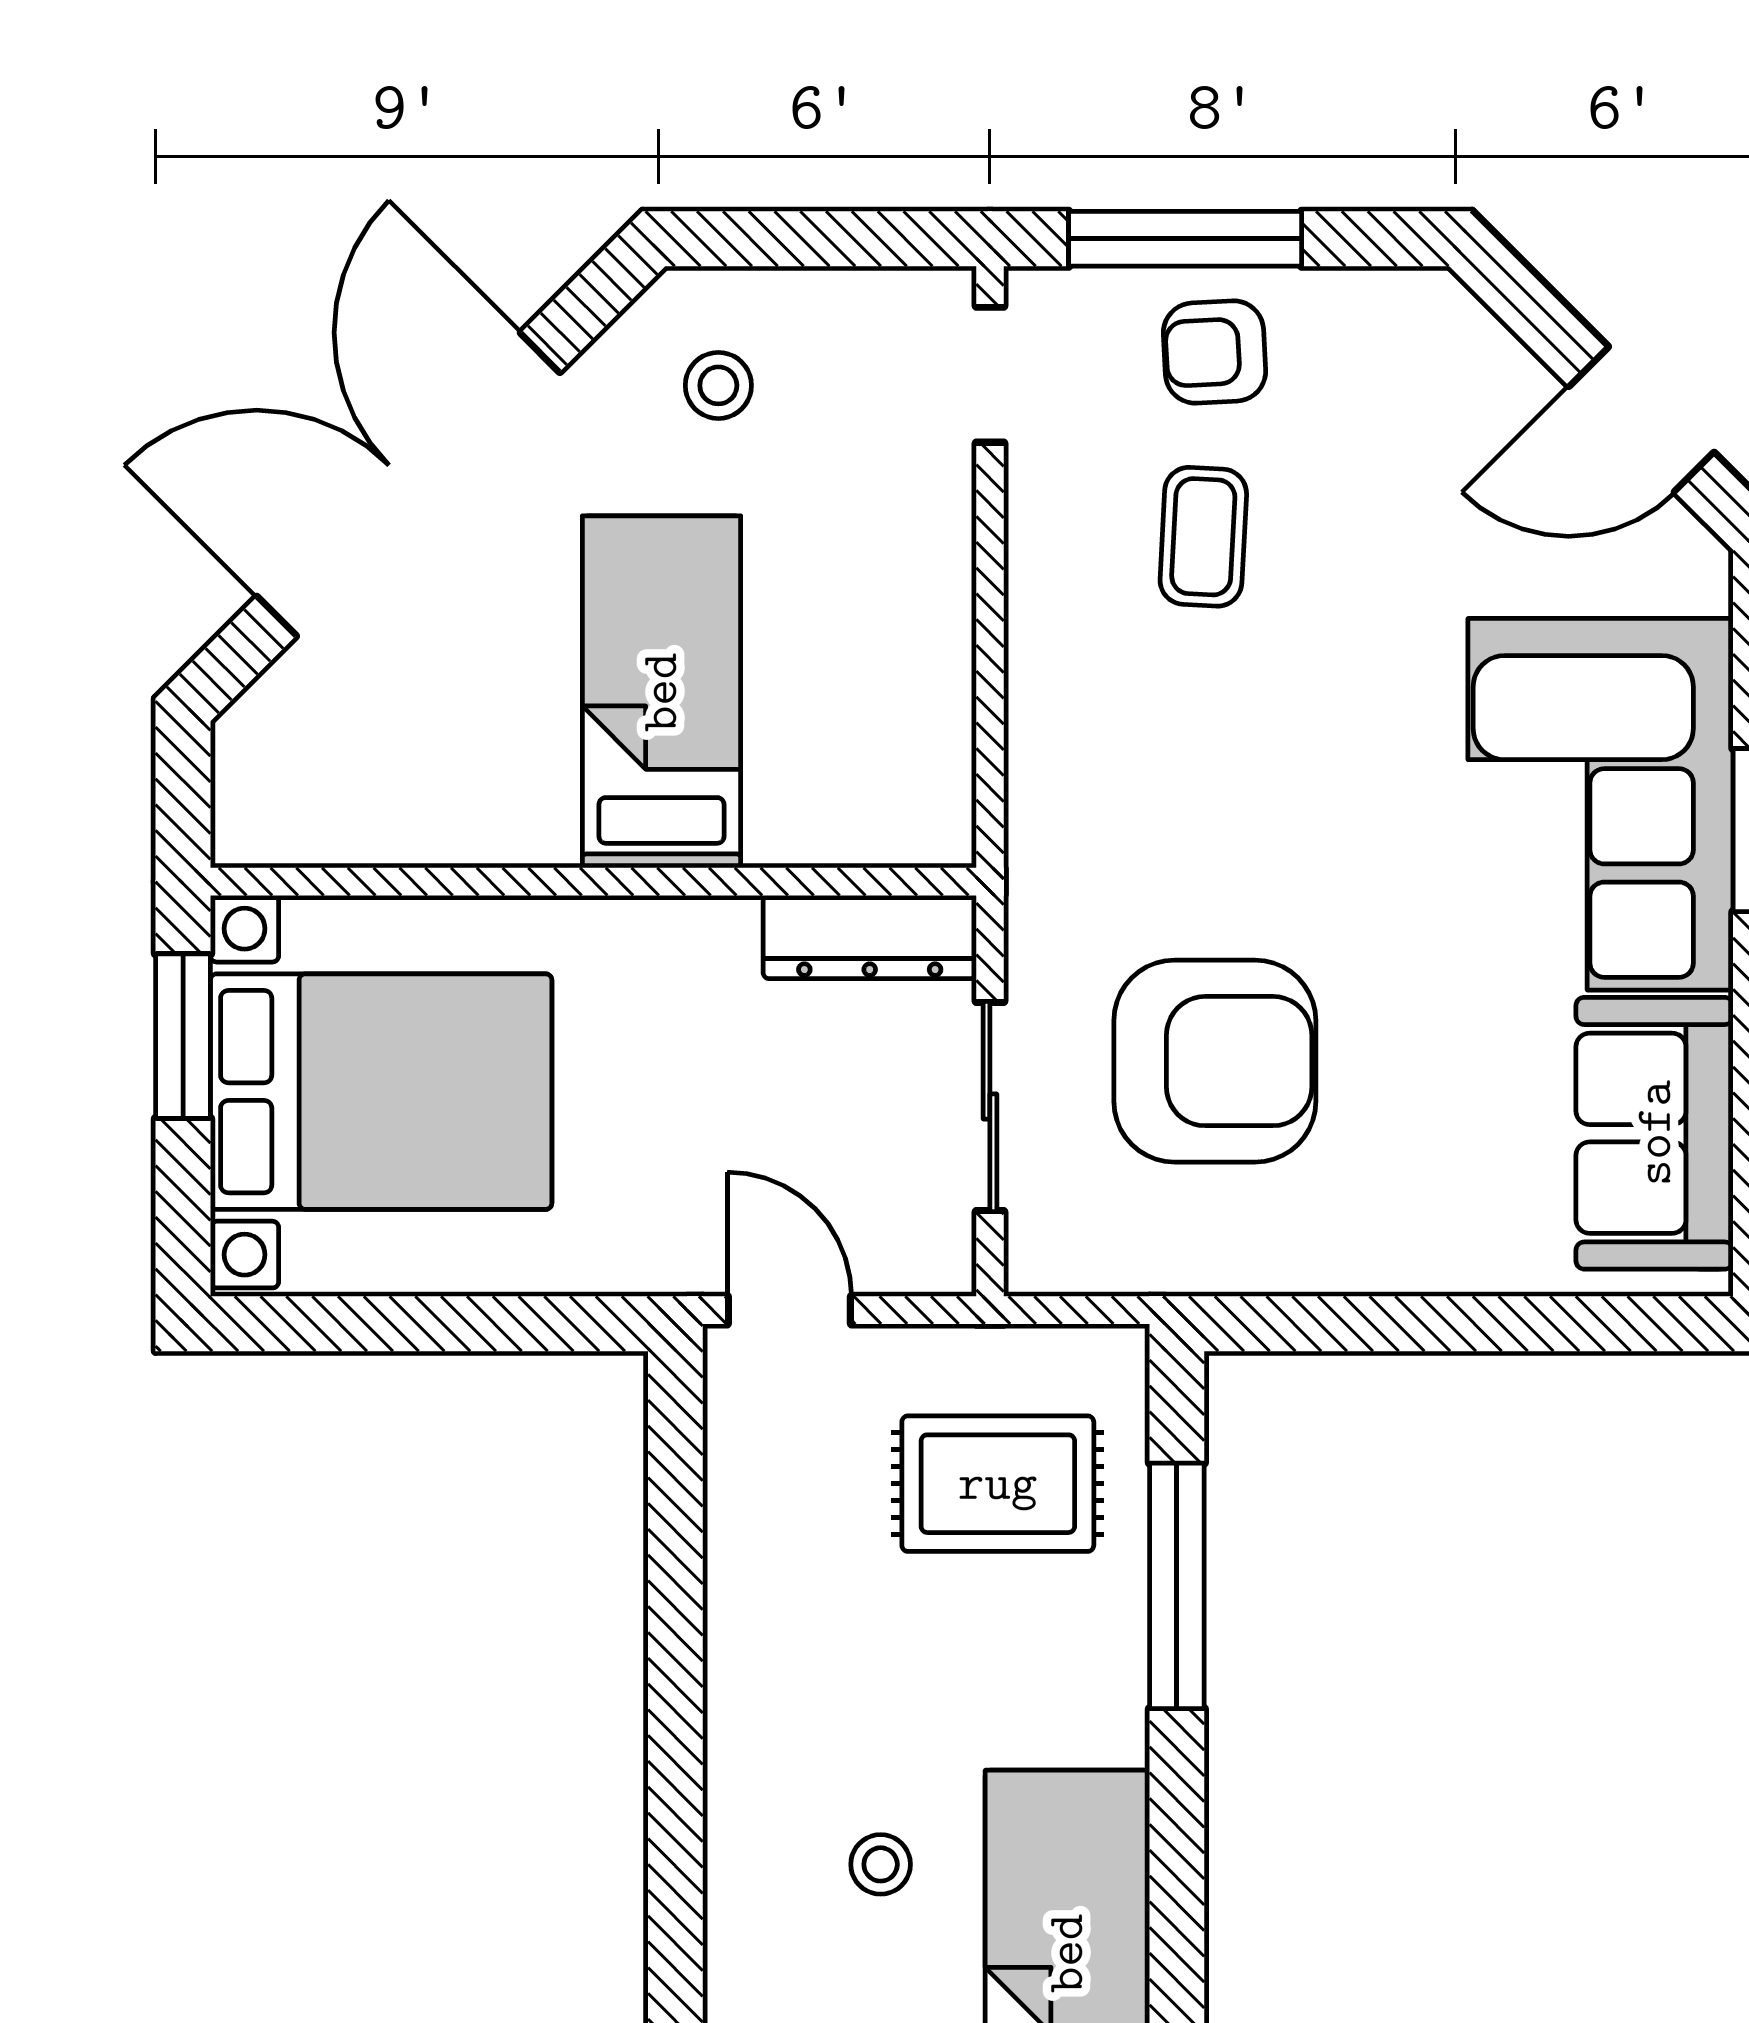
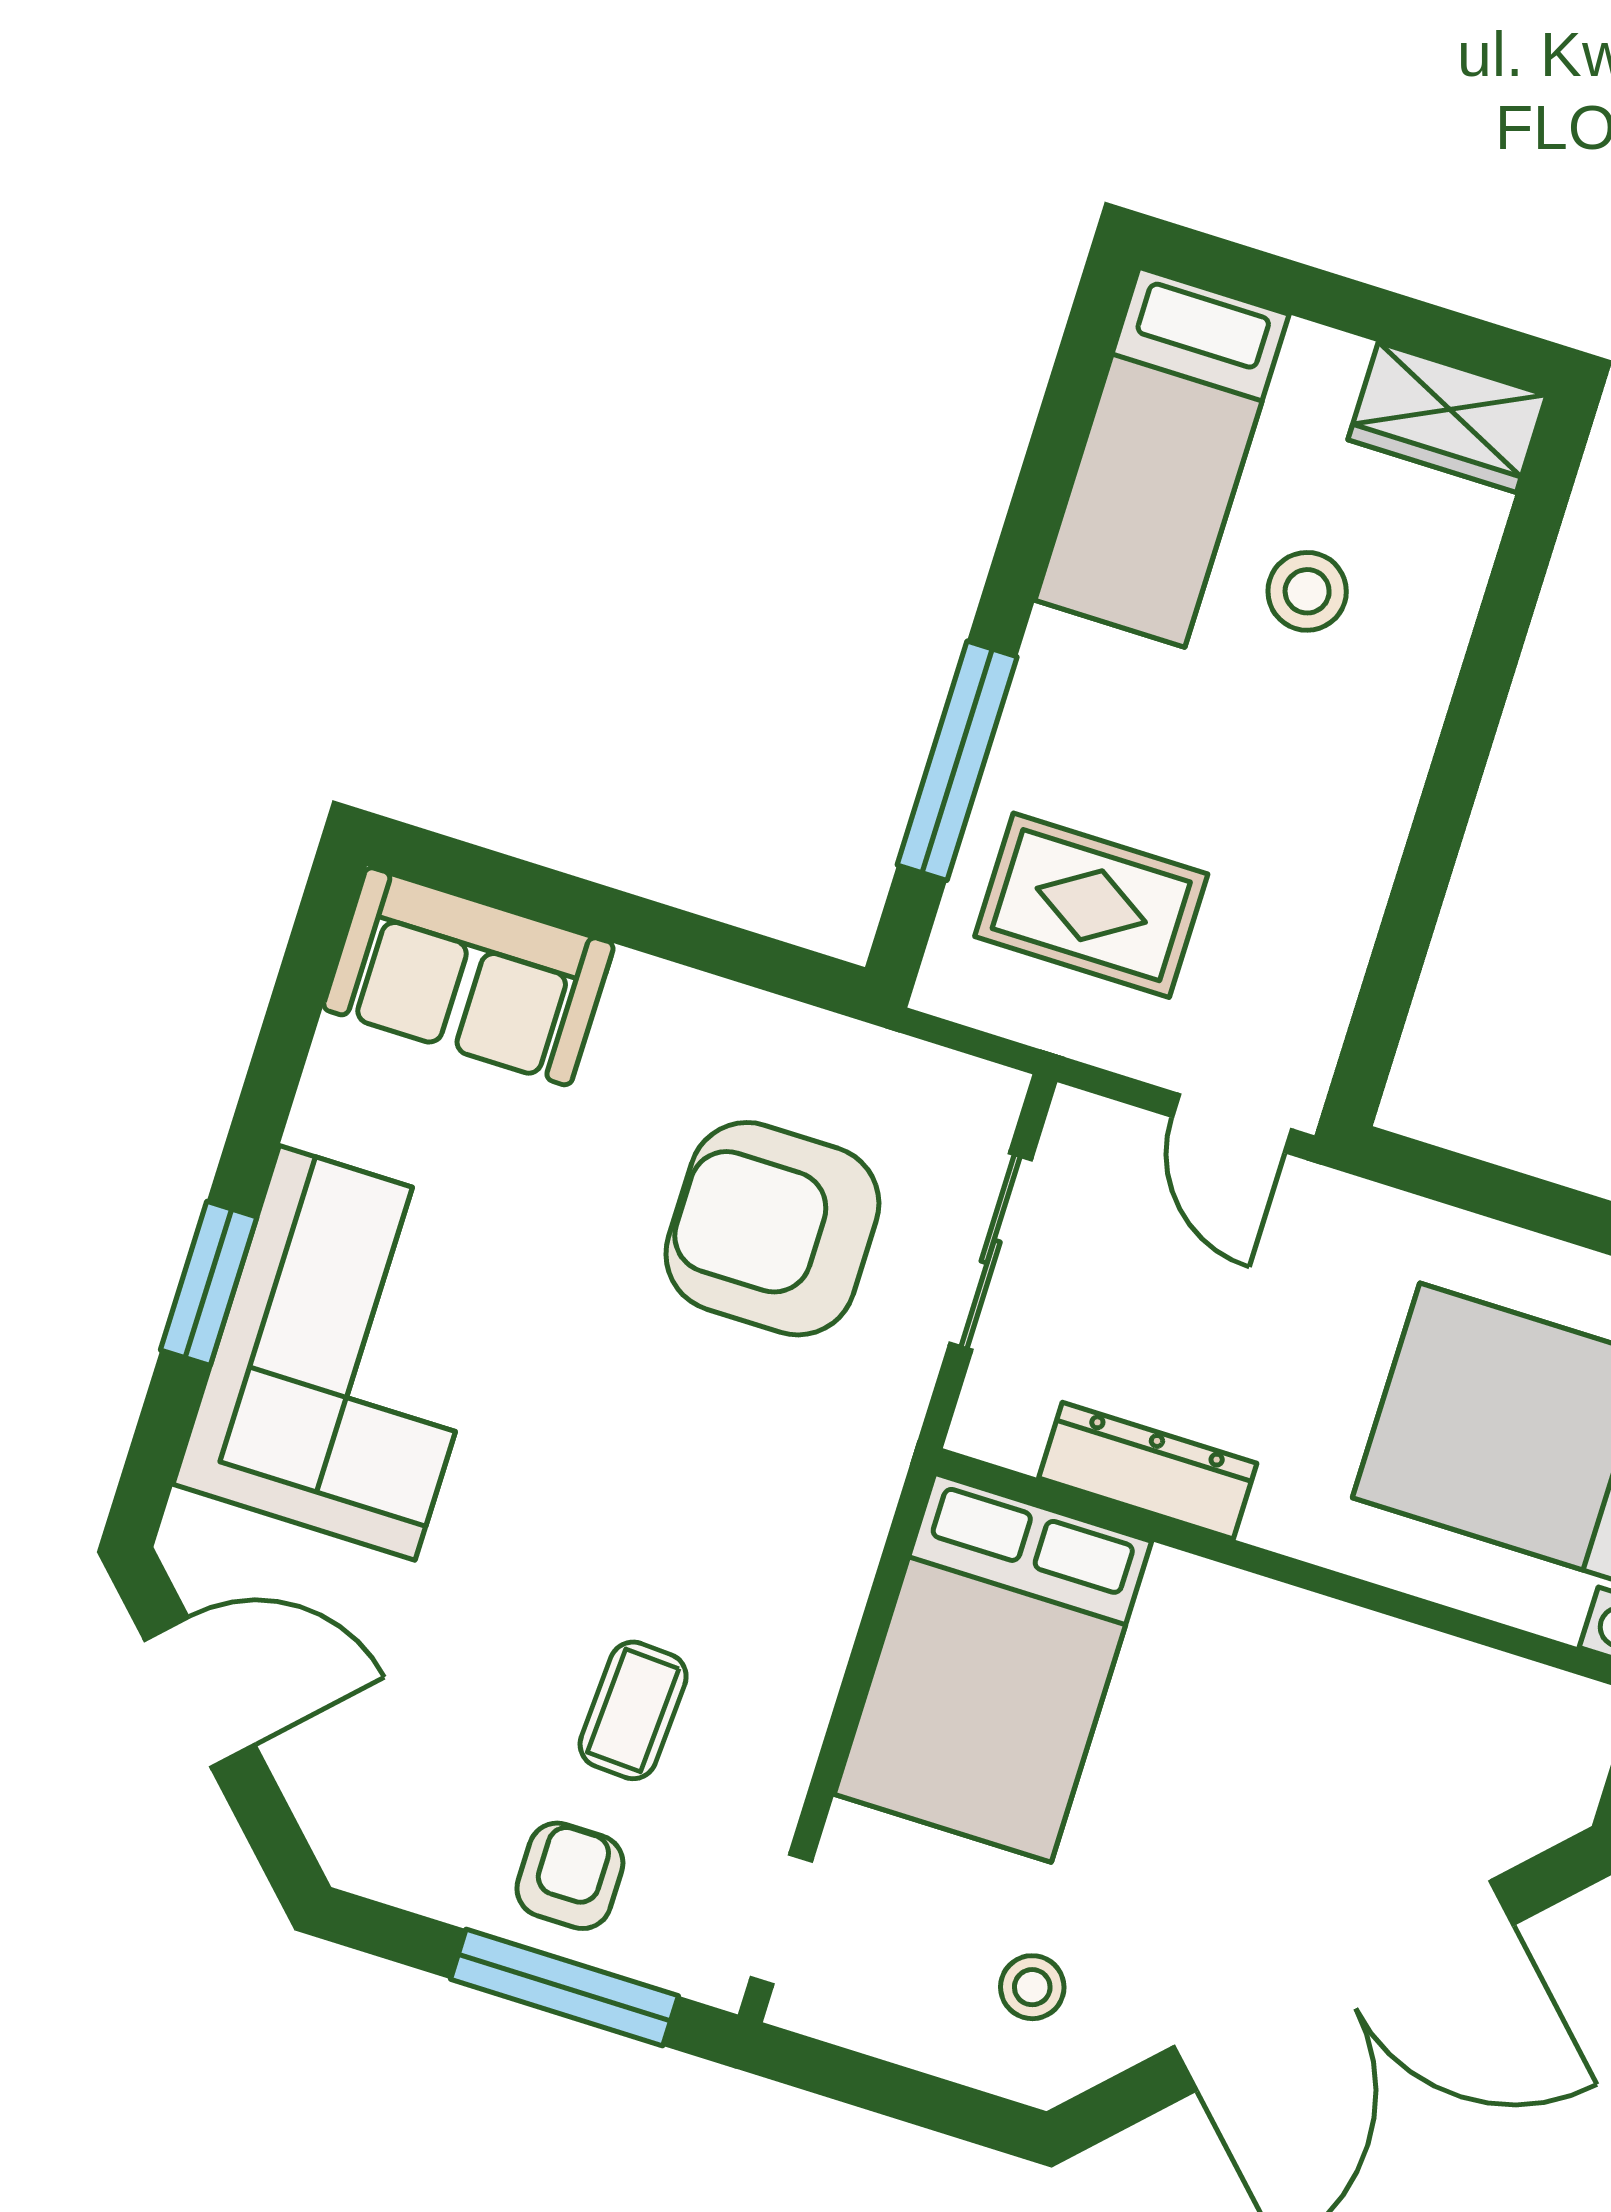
armchair: (1215, 352) -> (570, 1876), turned -87
bed: (661, 692) -> (993, 1668), moved, width x1.50
dresser: (870, 937) -> (1148, 1471), moved
sofa: (1655, 1133) -> (468, 976), moved, turned 90
stool: (881, 1864) -> (1307, 591), width x1.37, depth x1.37

